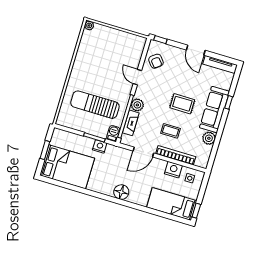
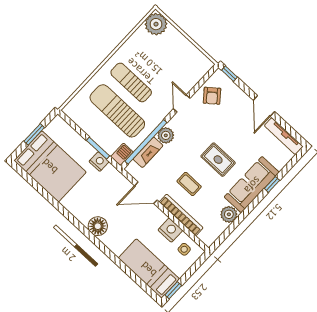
plant: (89, 25) -> (156, 24), width x1.87, depth x1.87
sun lounger: (95, 80) -> (131, 82), added

